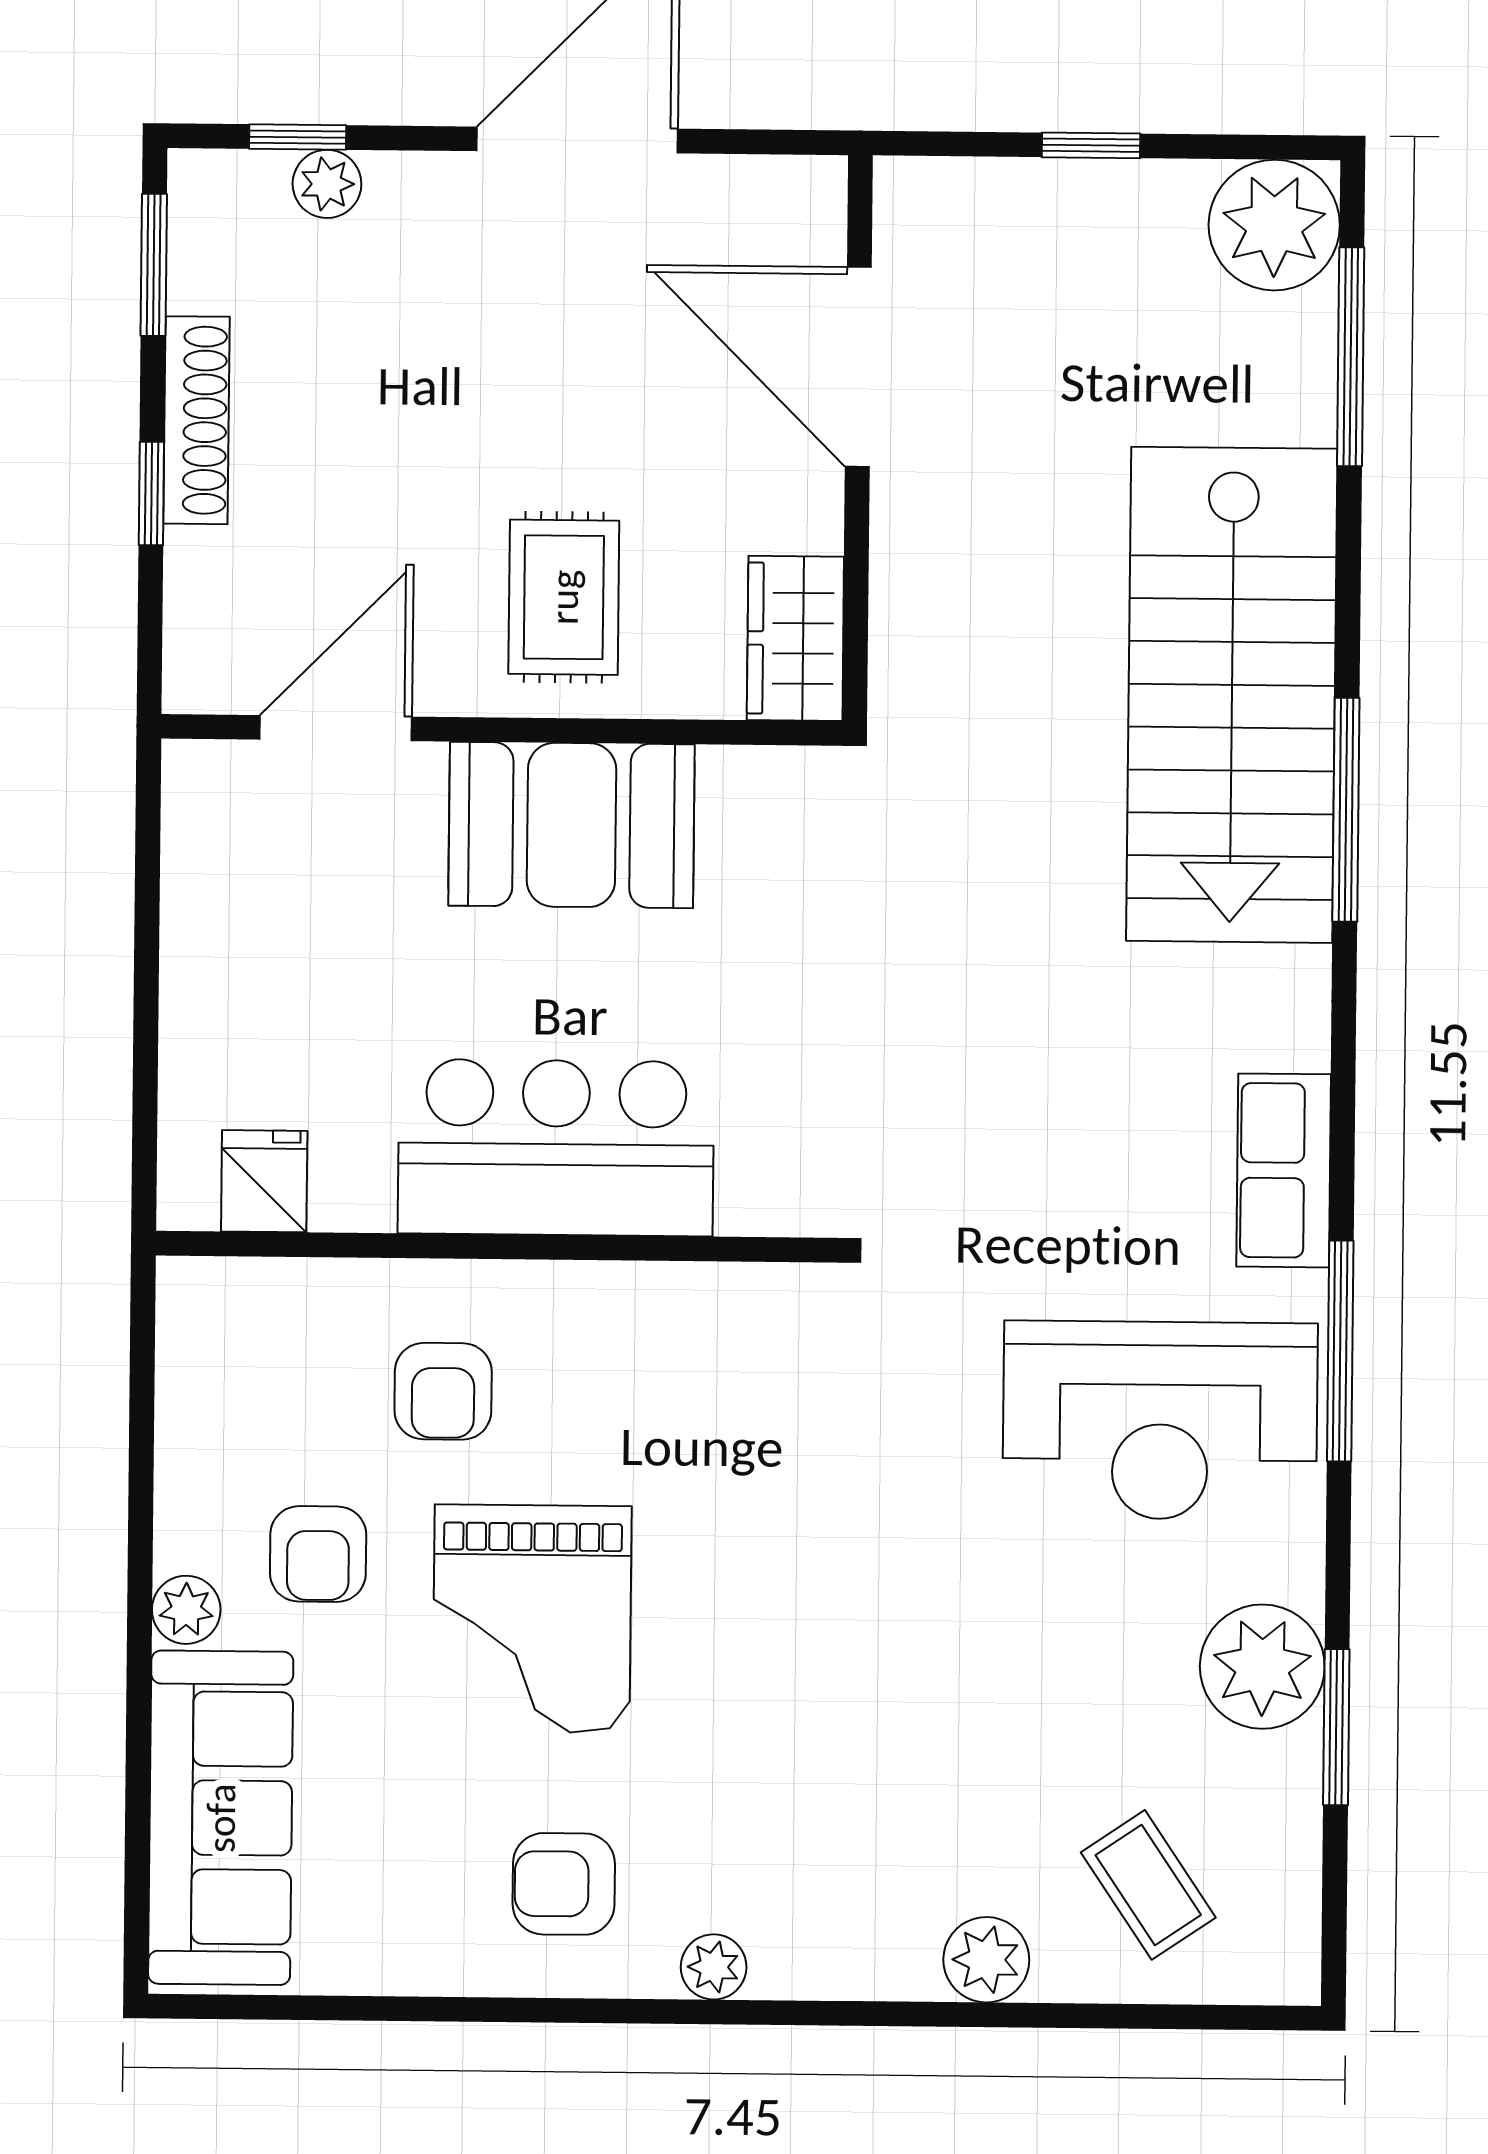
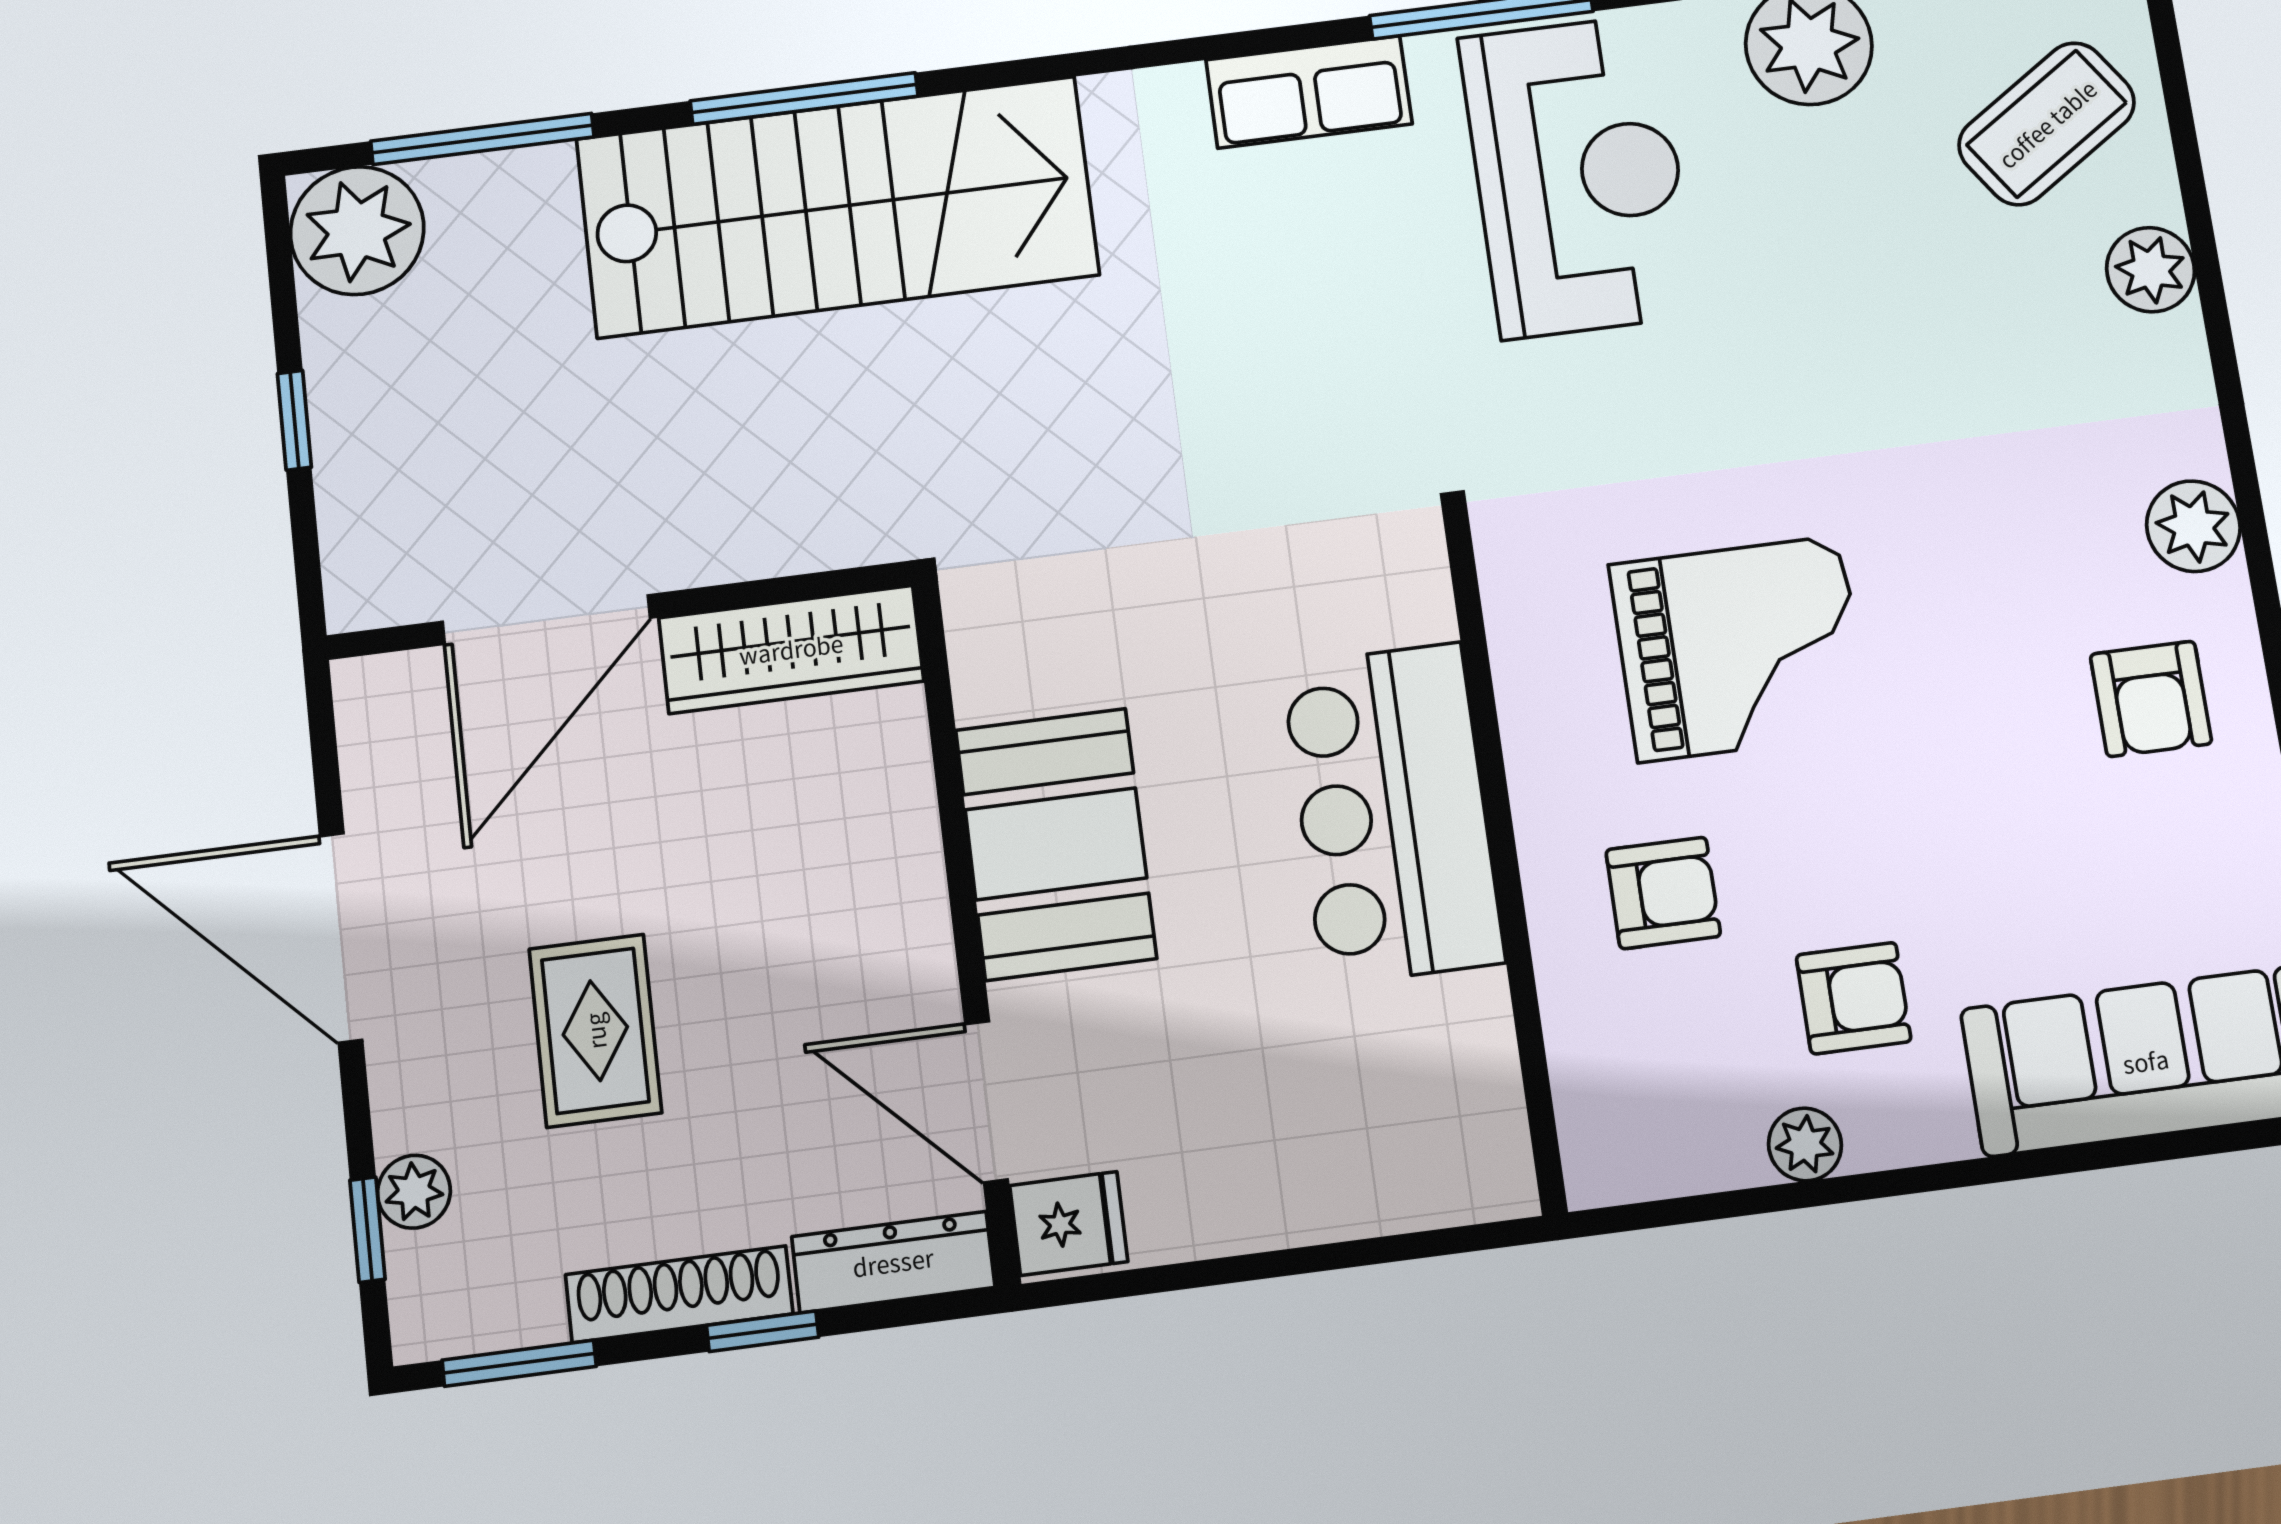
rug: (564, 597) -> (595, 1031), moved, turned 90
dresser: (198, 622) -> (893, 1262), added
wardrobe: (795, 638) -> (791, 649), width x1.50
window: (1346, 810) -> (804, 99), moved
fridge: (264, 1181) -> (1069, 1223), moved, turned 180
plant: (186, 1610) -> (1805, 1144), moved
grand piano: (532, 1619) -> (1740, 648), moved
coffee table: (1148, 1885) -> (2047, 124), width x1.36, depth x1.30
plant: (714, 1967) -> (2193, 526), width x1.38, depth x1.38

